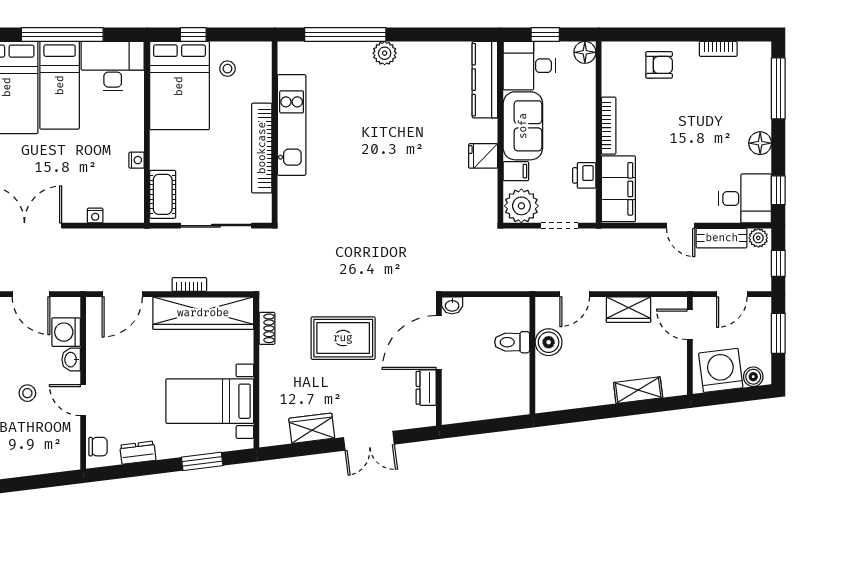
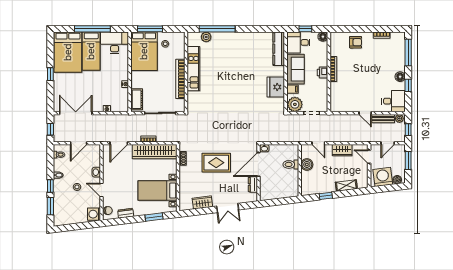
window: (193, 35) -> (150, 29), width x2.17
plant: (385, 53) -> (206, 37), moved
fridge: (483, 156) -> (276, 87), width x1.88, depth x1.34
printer: (584, 175) -> (323, 72), moved
filing cabinet: (618, 189) -> (338, 97), removed
window: (778, 190) -> (408, 85), moved
door: (31, 294) -> (79, 143), hinge flipped
door: (575, 294) -> (318, 143), hinge flipped
washing machine: (66, 332) -> (94, 214), moved
window: (592, 413) -> (326, 196), added

